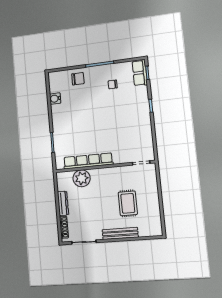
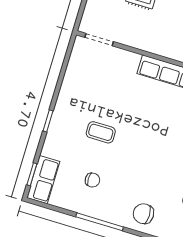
coffee table: (119, 112) -> (101, 132), added

